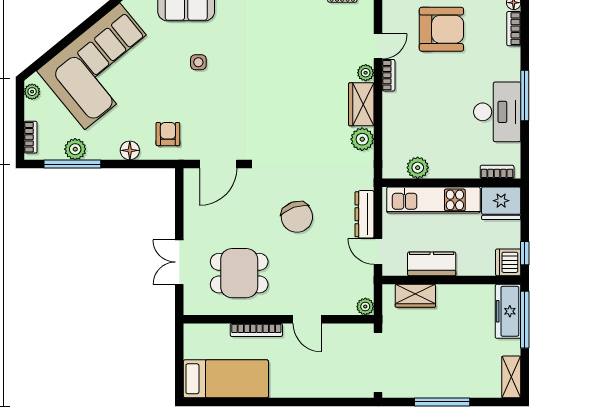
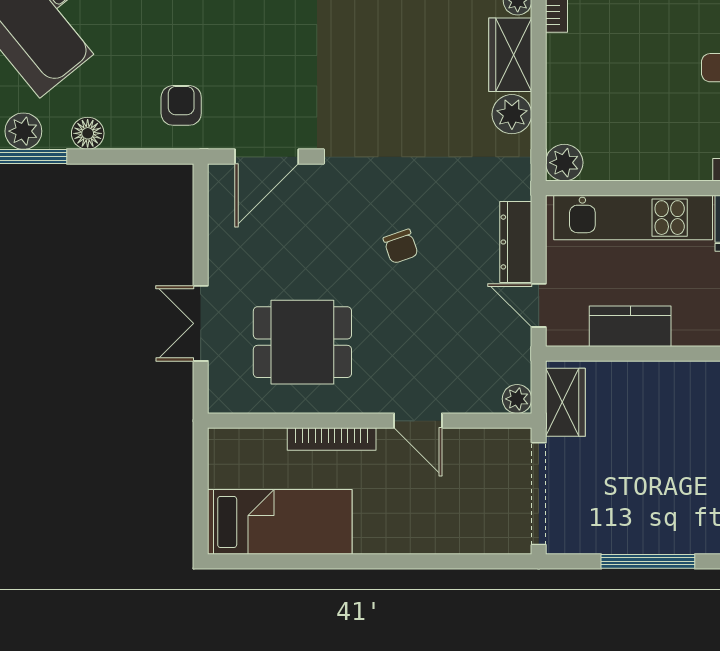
floor lamp: (130, 150) -> (88, 133), moved
plant: (418, 168) -> (564, 163), moved
chair: (297, 217) -> (401, 246), width x0.54, depth x0.54
wardrobe: (415, 296) -> (565, 402), moved, turned -90

